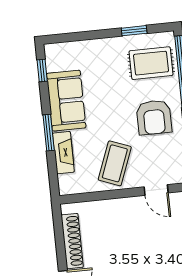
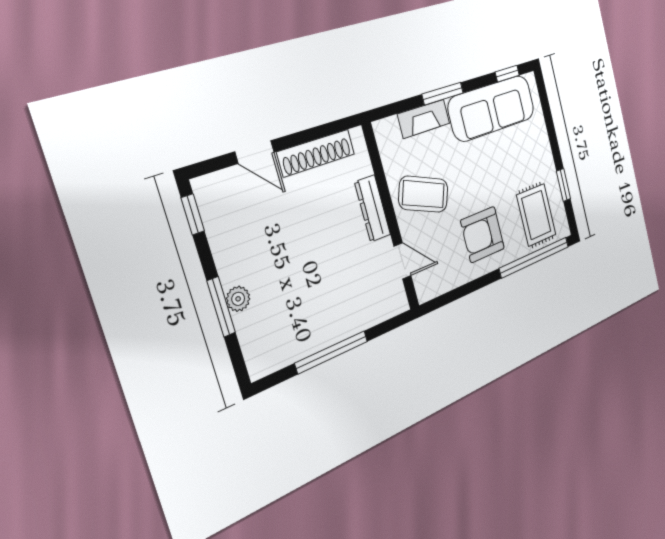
sofa: (66, 101) -> (492, 108), width x1.36
door: (156, 190) -> (402, 261), swing flipped
dresser: (116, 206) -> (373, 208), added

